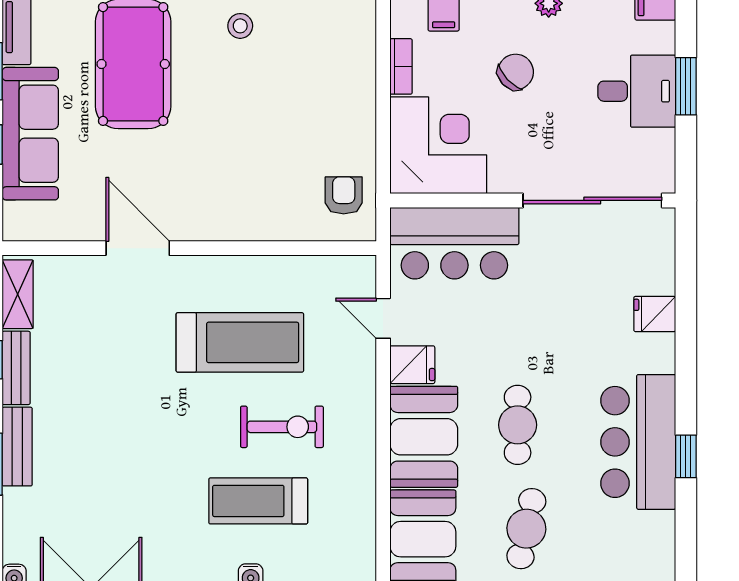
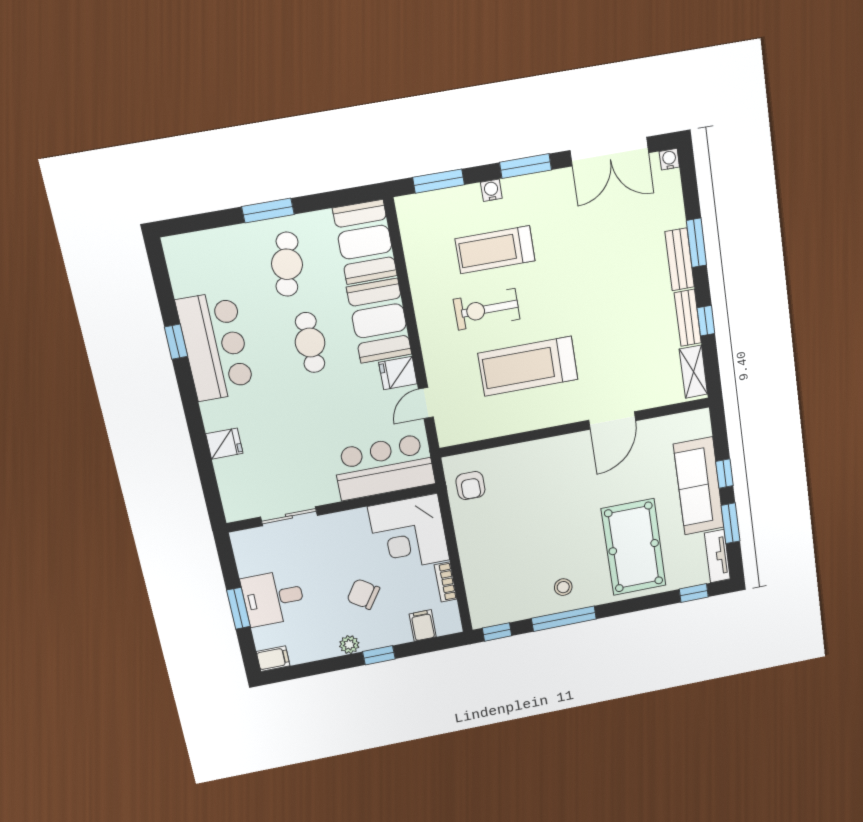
chair: (516, 72) -> (363, 594), turned 77
sliding door: (592, 200) -> (289, 516), width x0.54
door: (138, 248) -> (612, 421), hinge flipped
door: (383, 318) -> (426, 403), swing flipped
treadmill: (258, 501) -> (495, 250), turned 180

